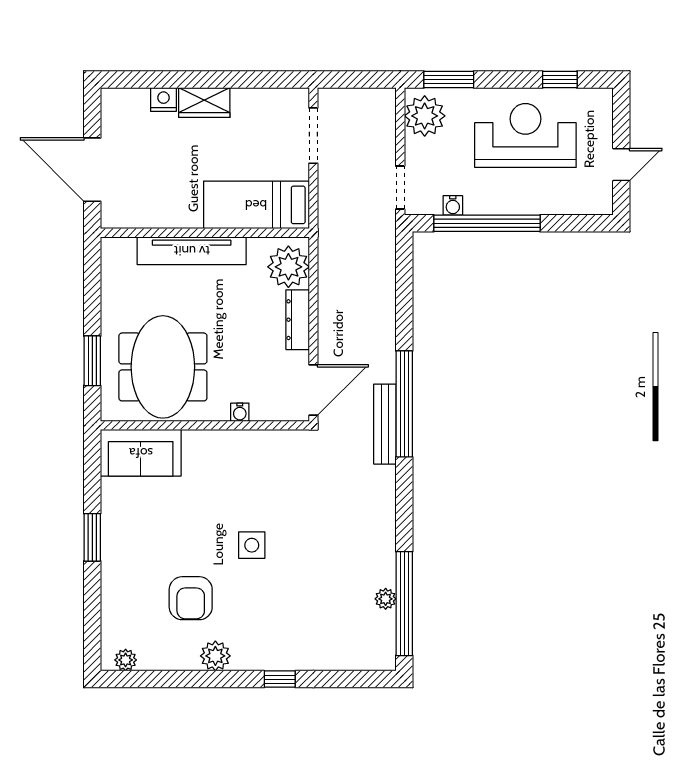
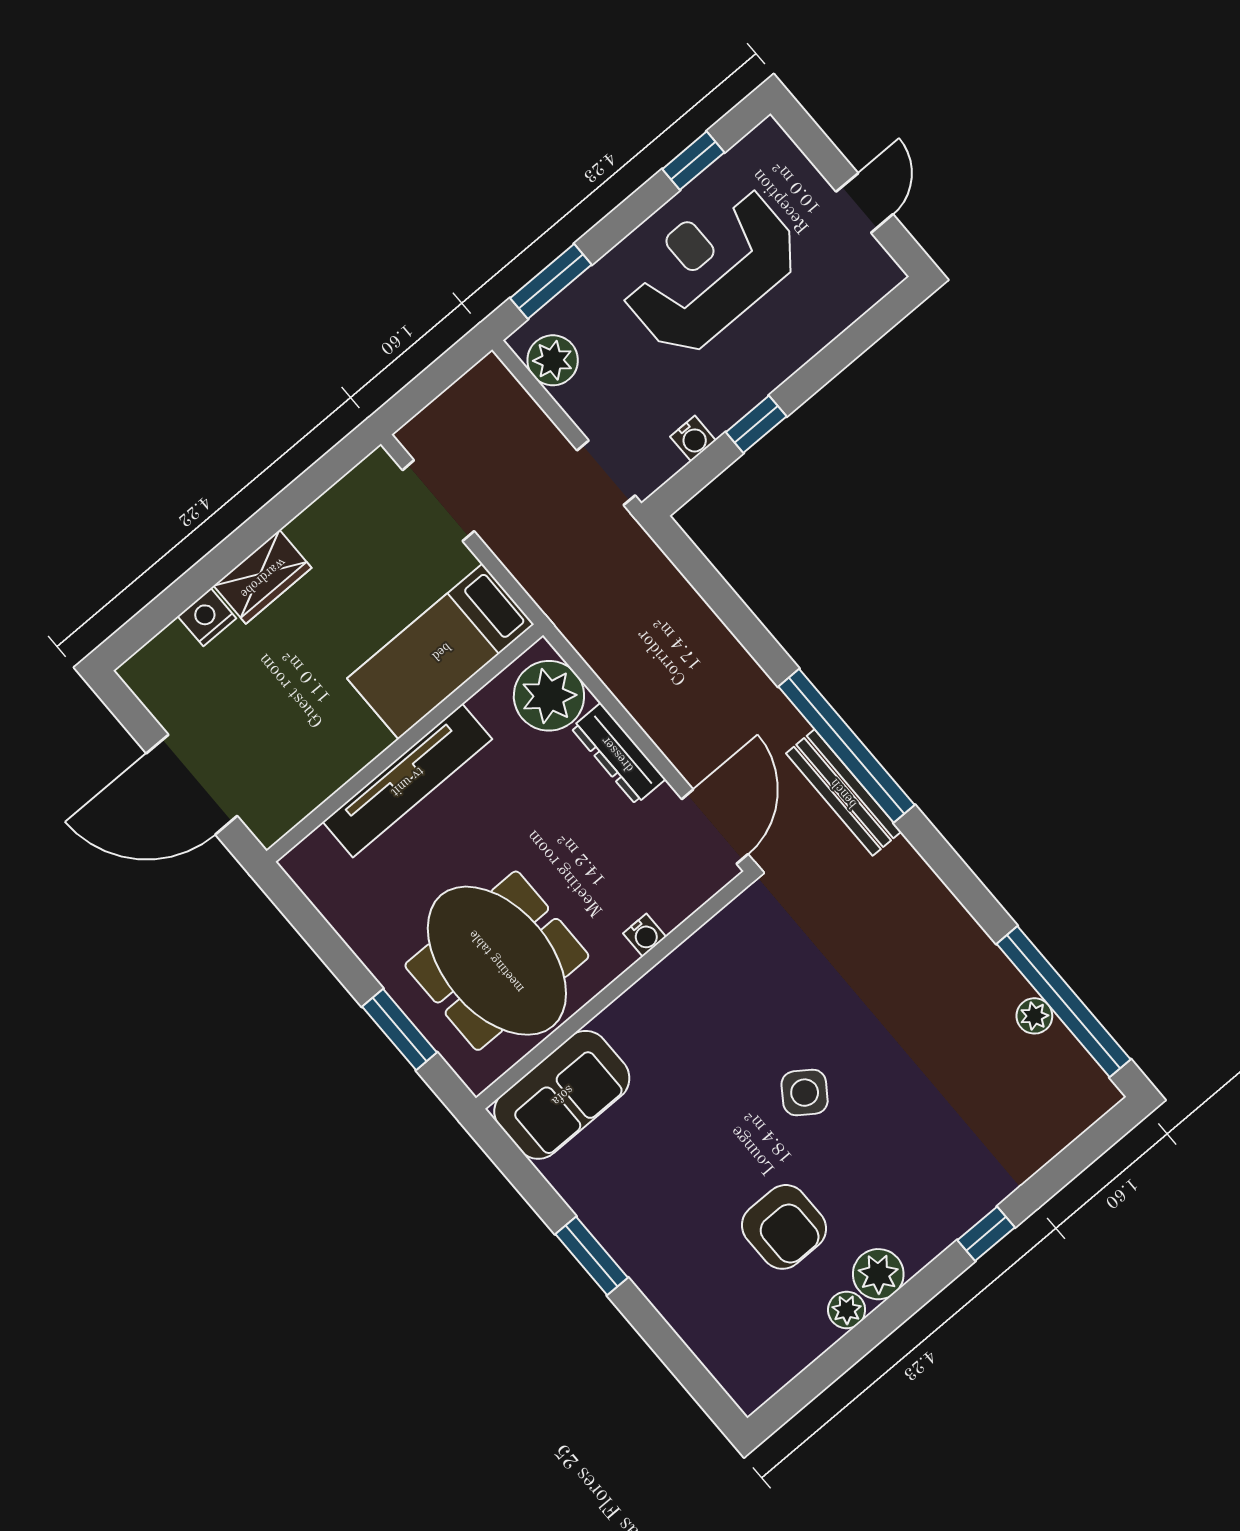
plant: (425, 116) -> (553, 360), width x0.73, depth x0.73
window: (487, 223) -> (756, 424), width x0.32
side table: (252, 545) -> (805, 1093), turned 35
plant: (126, 660) -> (847, 1310), moved

